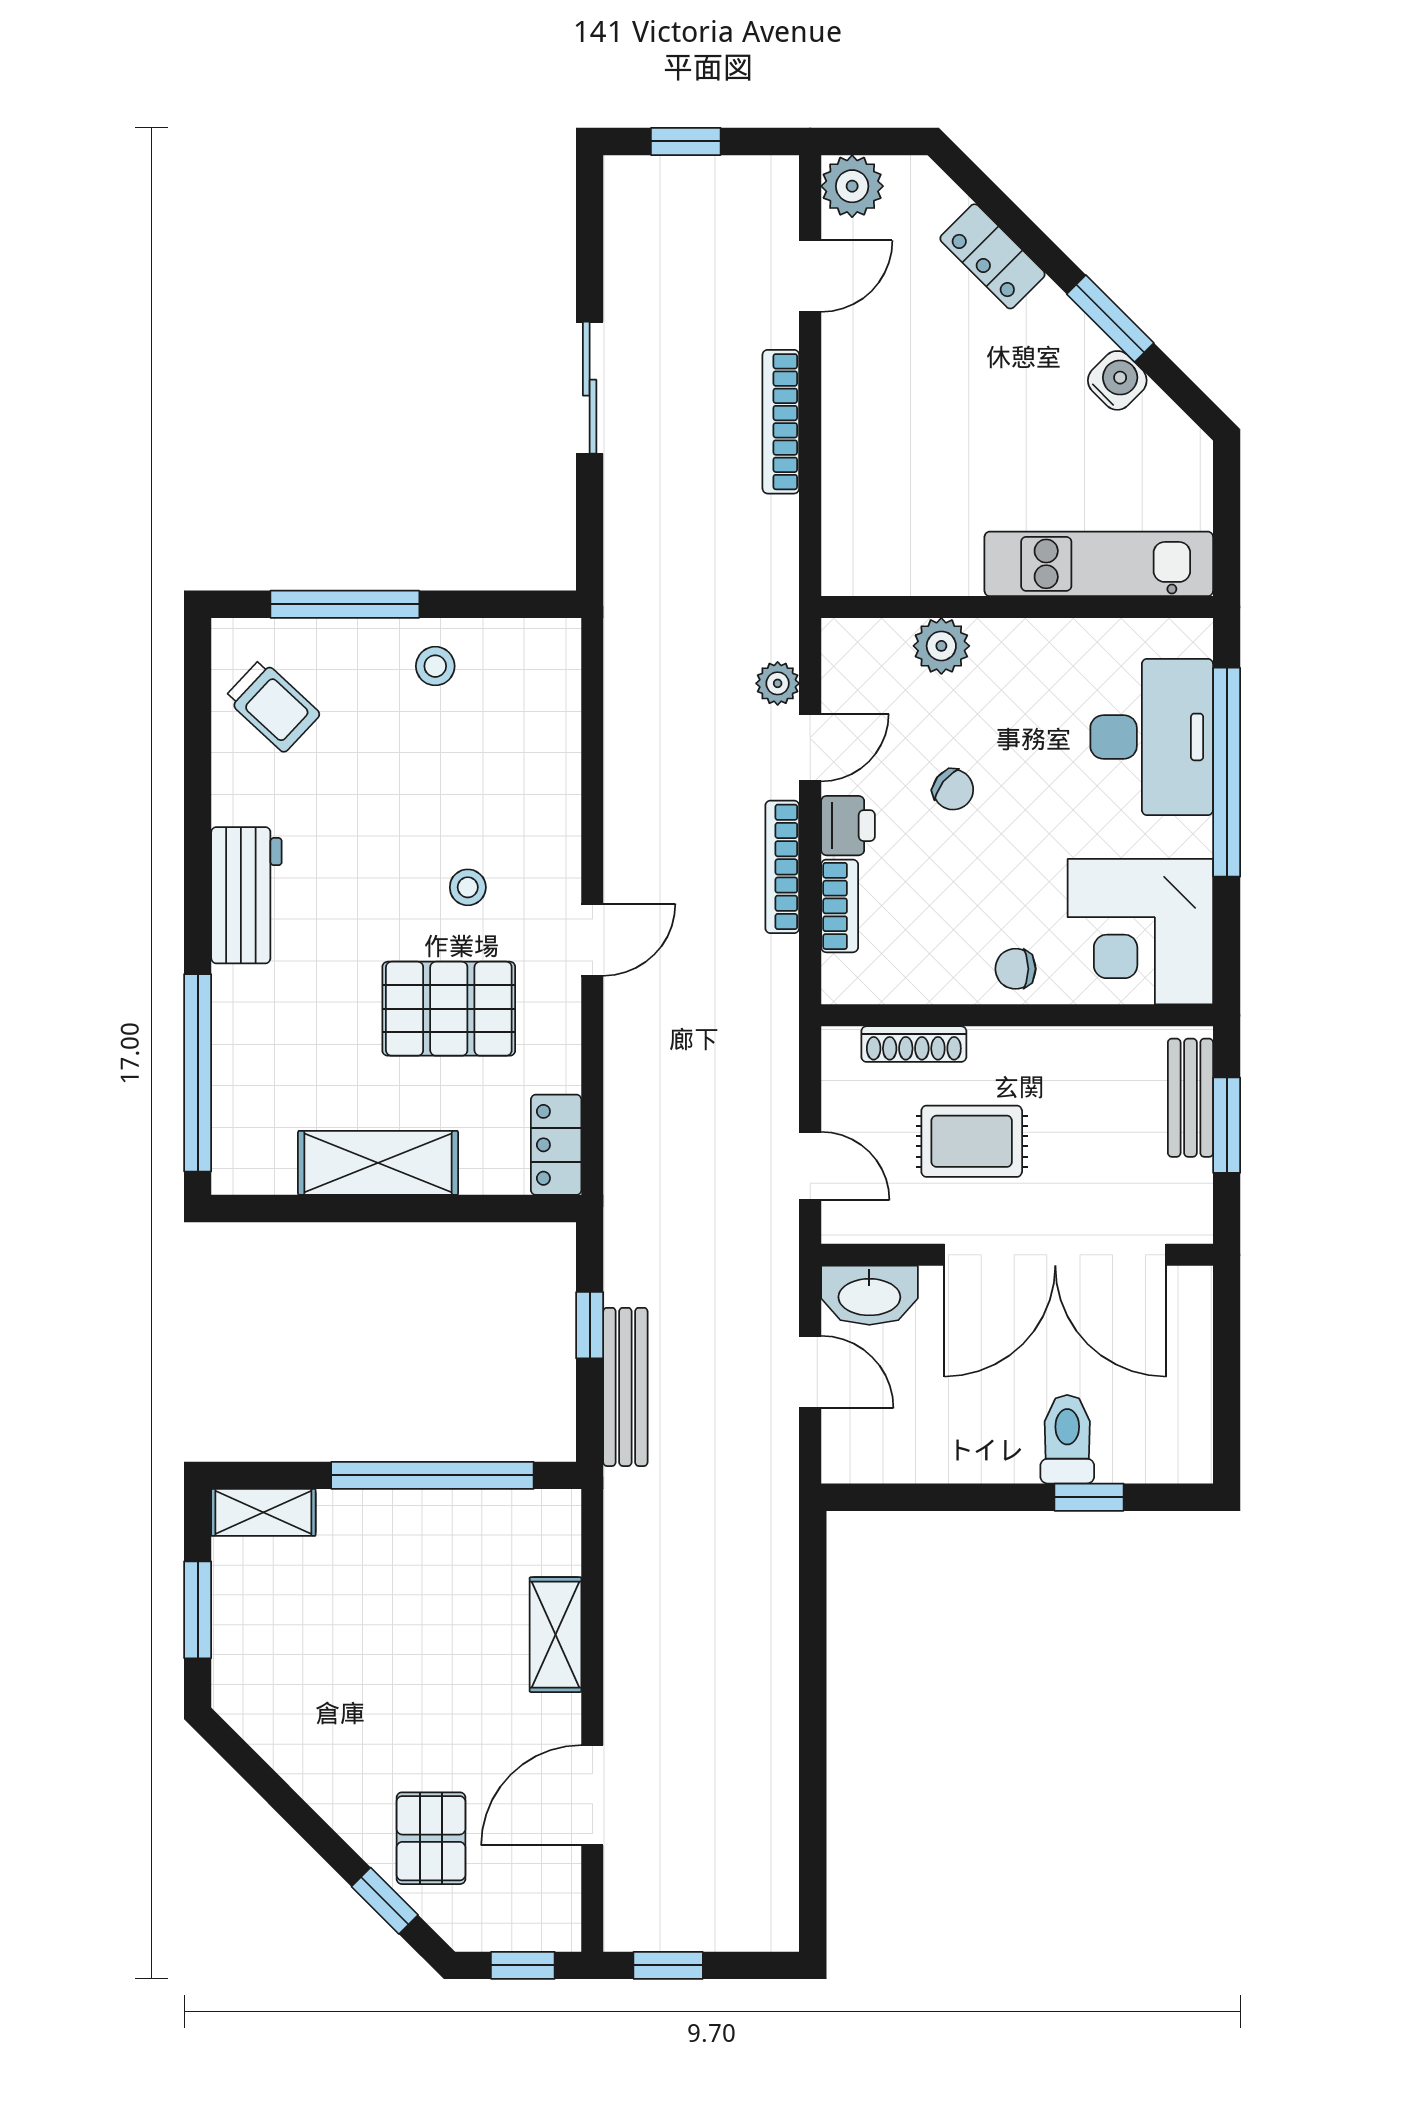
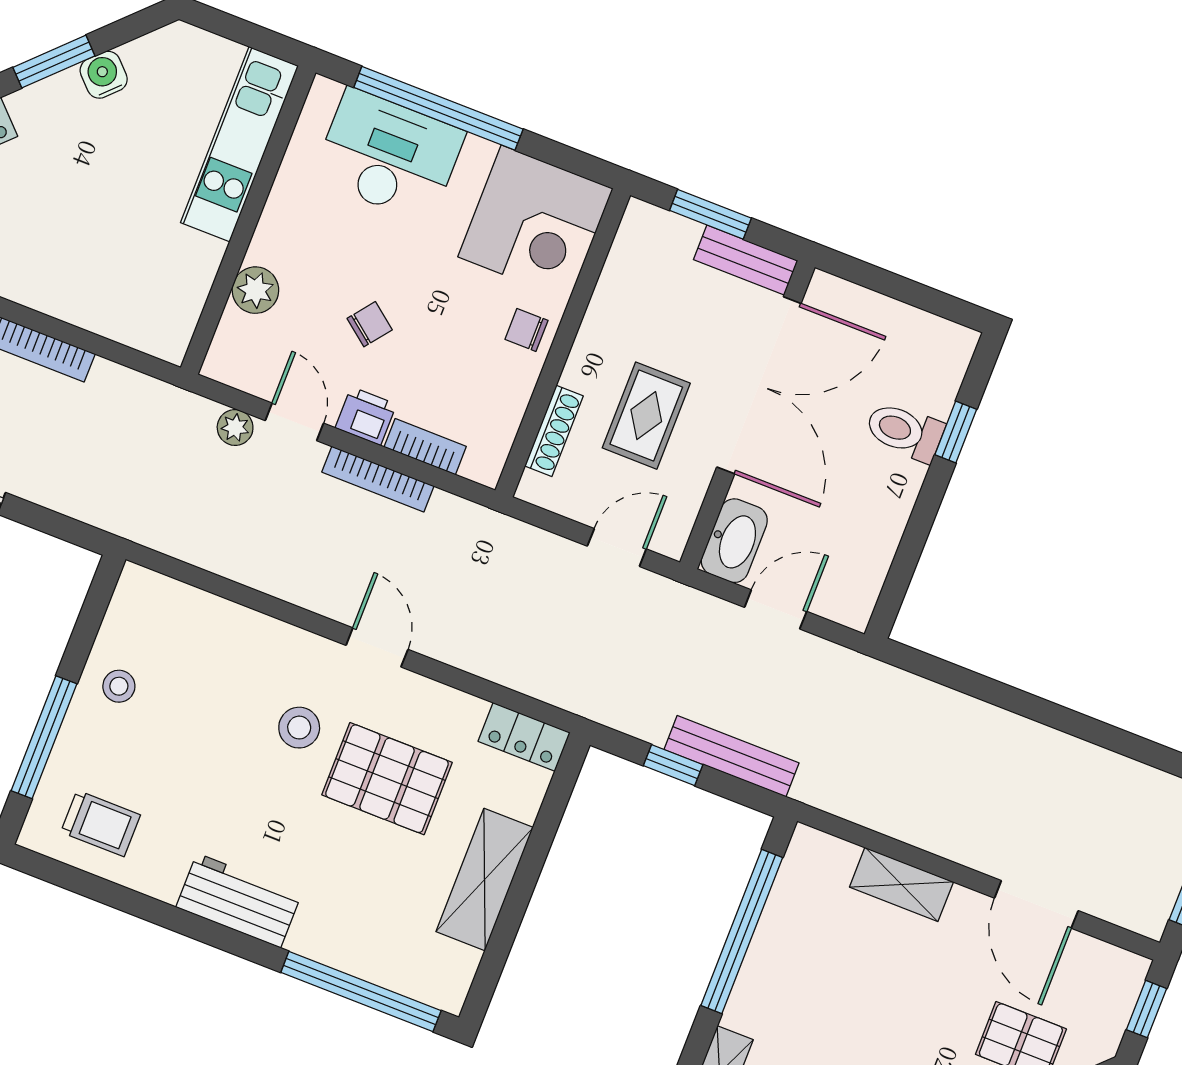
trolley: (273, 706) -> (101, 823), turned 47
stool: (468, 887) -> (299, 728), width x1.37, depth x1.37
chair: (1016, 969) -> (526, 330), turned 90
pallet: (449, 1009) -> (387, 779), turned 90
bench: (1190, 1098) -> (746, 260), moved

